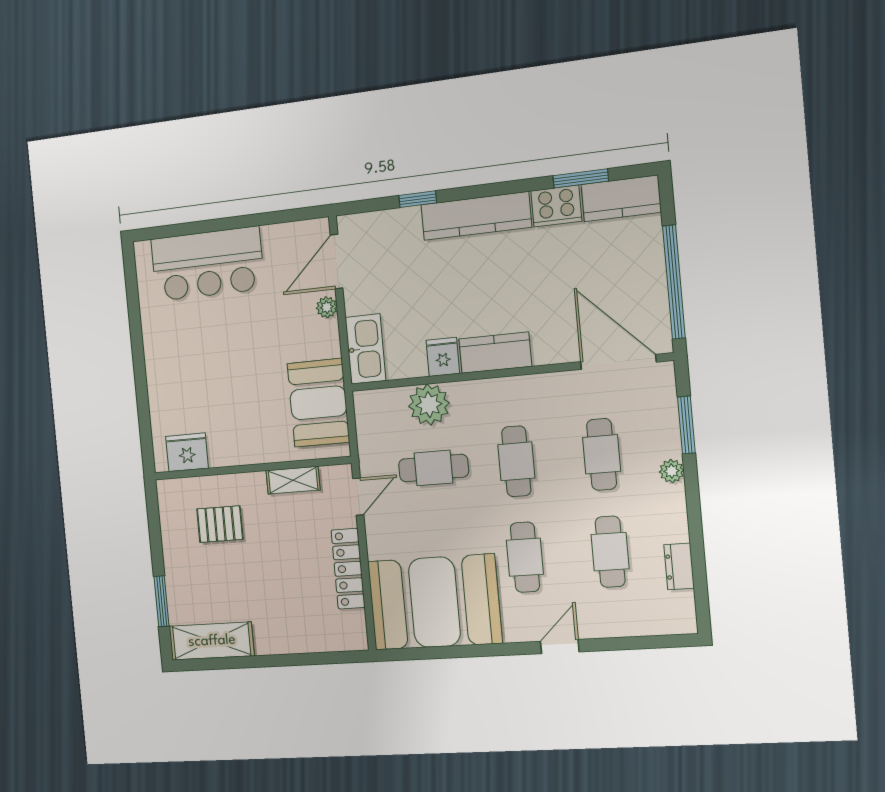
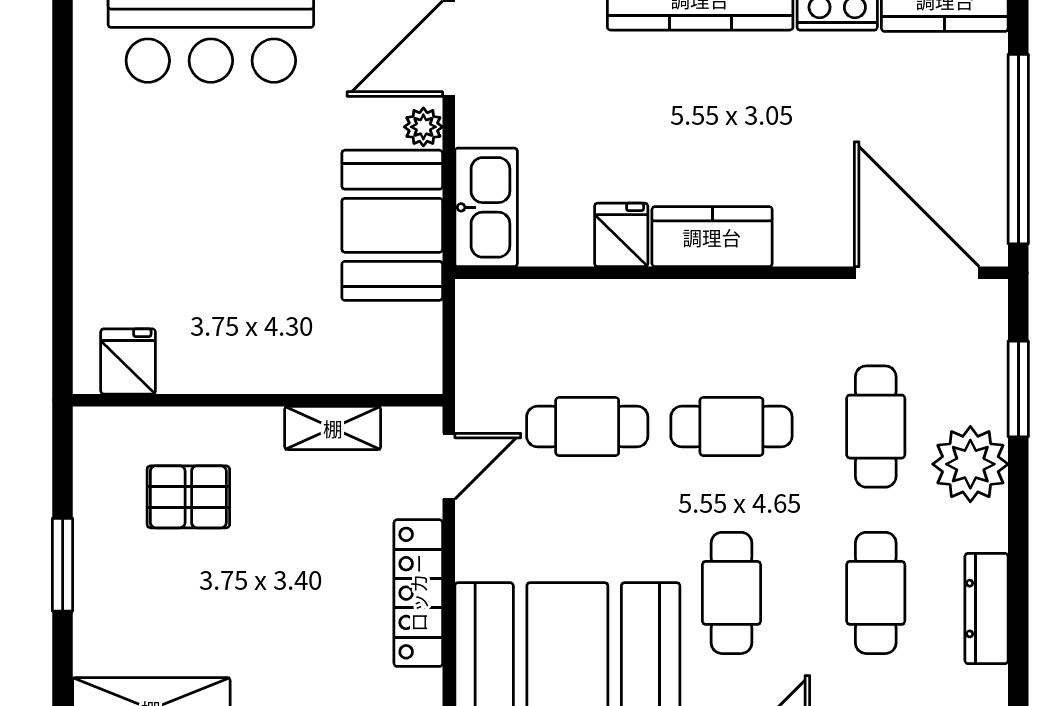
booth: (318, 403) -> (392, 225), moved
plant: (429, 405) -> (589, 315), removed
fridge: (187, 452) -> (128, 361), width x0.72
cafe table: (516, 461) -> (731, 427), turned 90
plant: (672, 471) -> (970, 464), width x1.88, depth x1.88
dresser: (679, 566) -> (987, 609), width x1.44
window: (162, 601) -> (63, 565), moved

